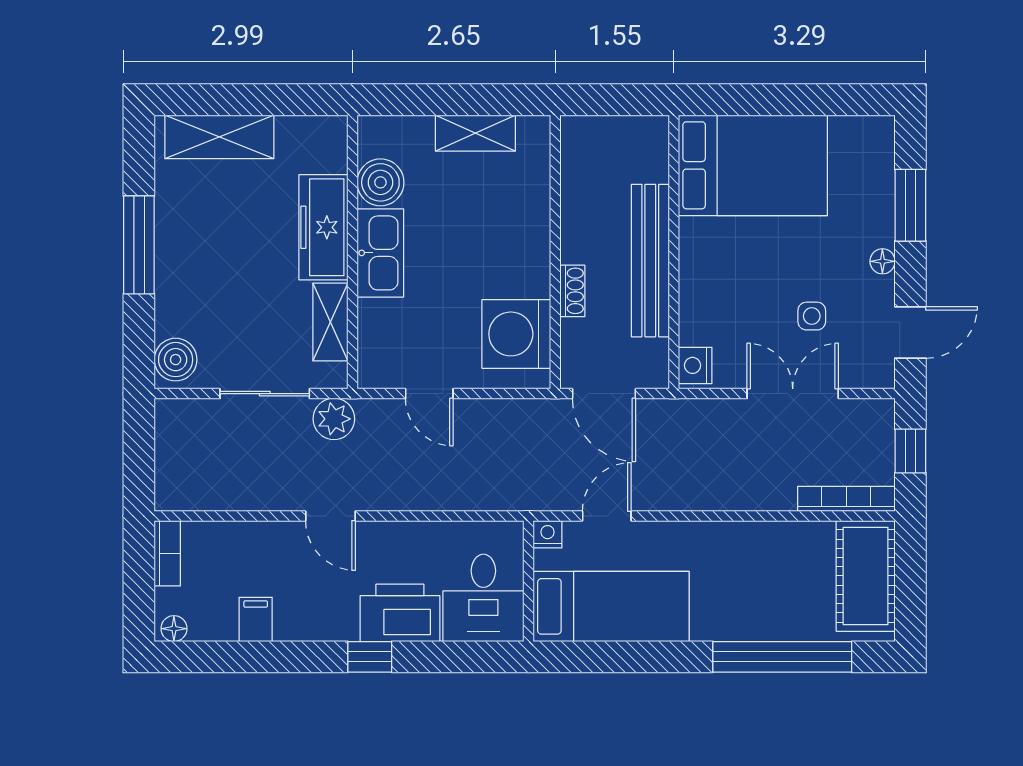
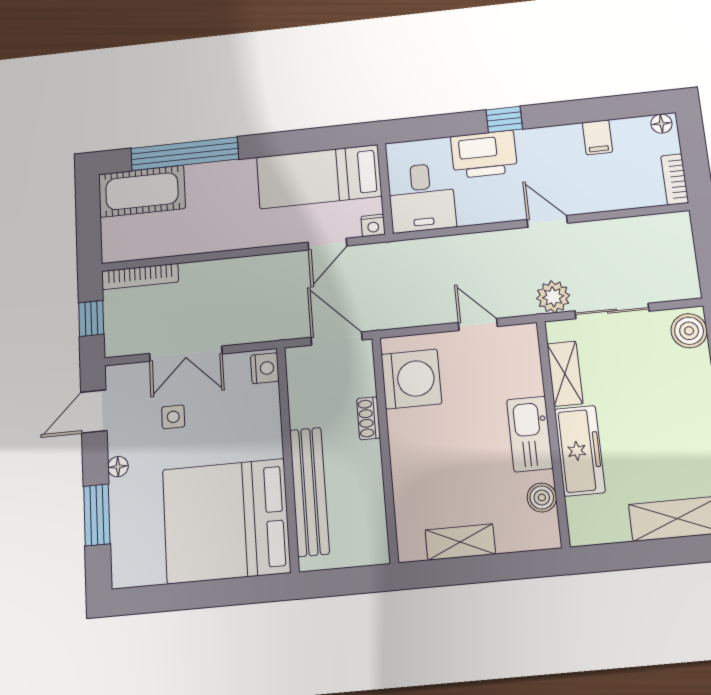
bed: (753, 165) -> (226, 521), width x1.36
boiler: (380, 182) -> (542, 498), width x0.73, depth x0.73
bench: (650, 261) -> (309, 492), moved
cot: (866, 576) -> (142, 191), moved, turned 90
desk: (483, 598) -> (422, 198), moved, turned 180

